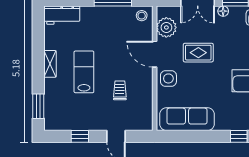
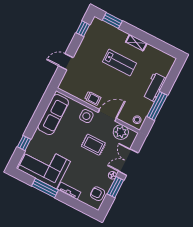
workbench: (62, 15) -> (154, 87), moved
rug: (198, 53) -> (93, 145), turned 90
trolley: (120, 90) -> (93, 98), moved
window: (80, 136) -> (83, 29), moved

